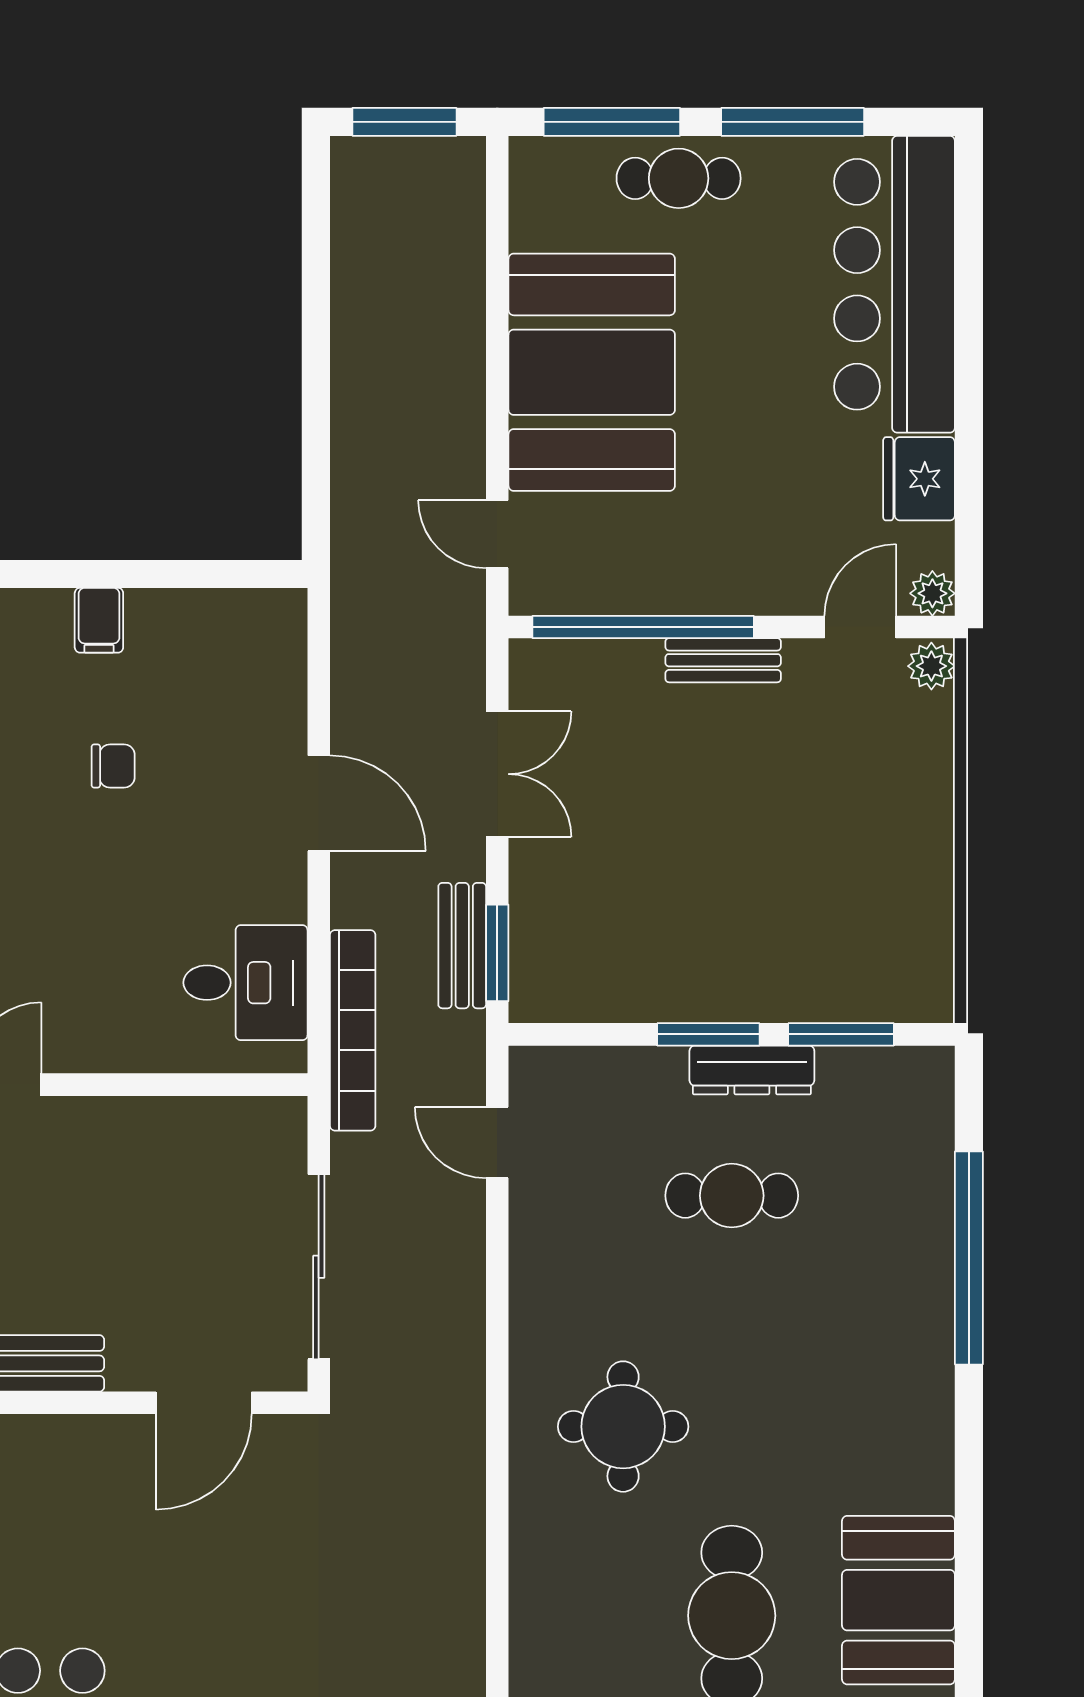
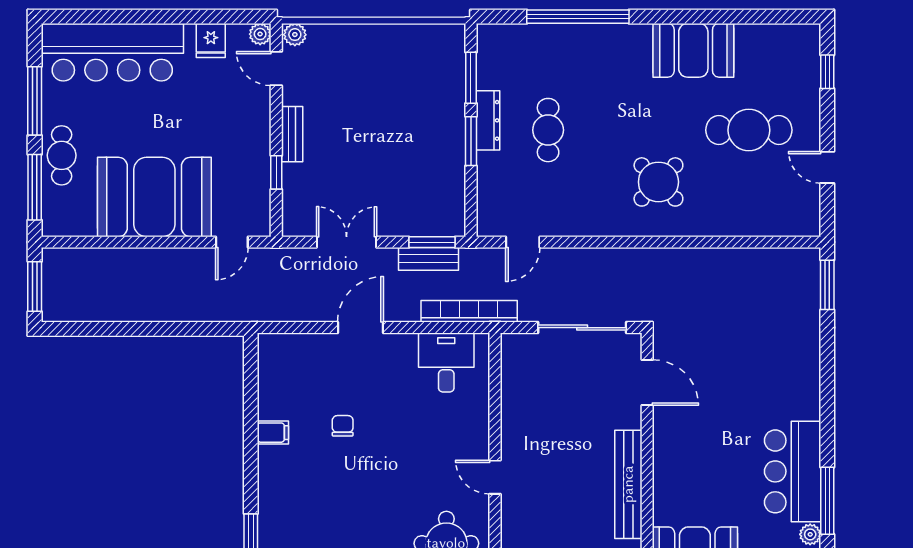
fridge: (919, 479) -> (211, 40), width x0.72
window: (643, 627) -> (276, 172), width x0.32
round table: (623, 1427) -> (658, 182), turned 45
booth: (898, 1600) -> (693, 50), moved

